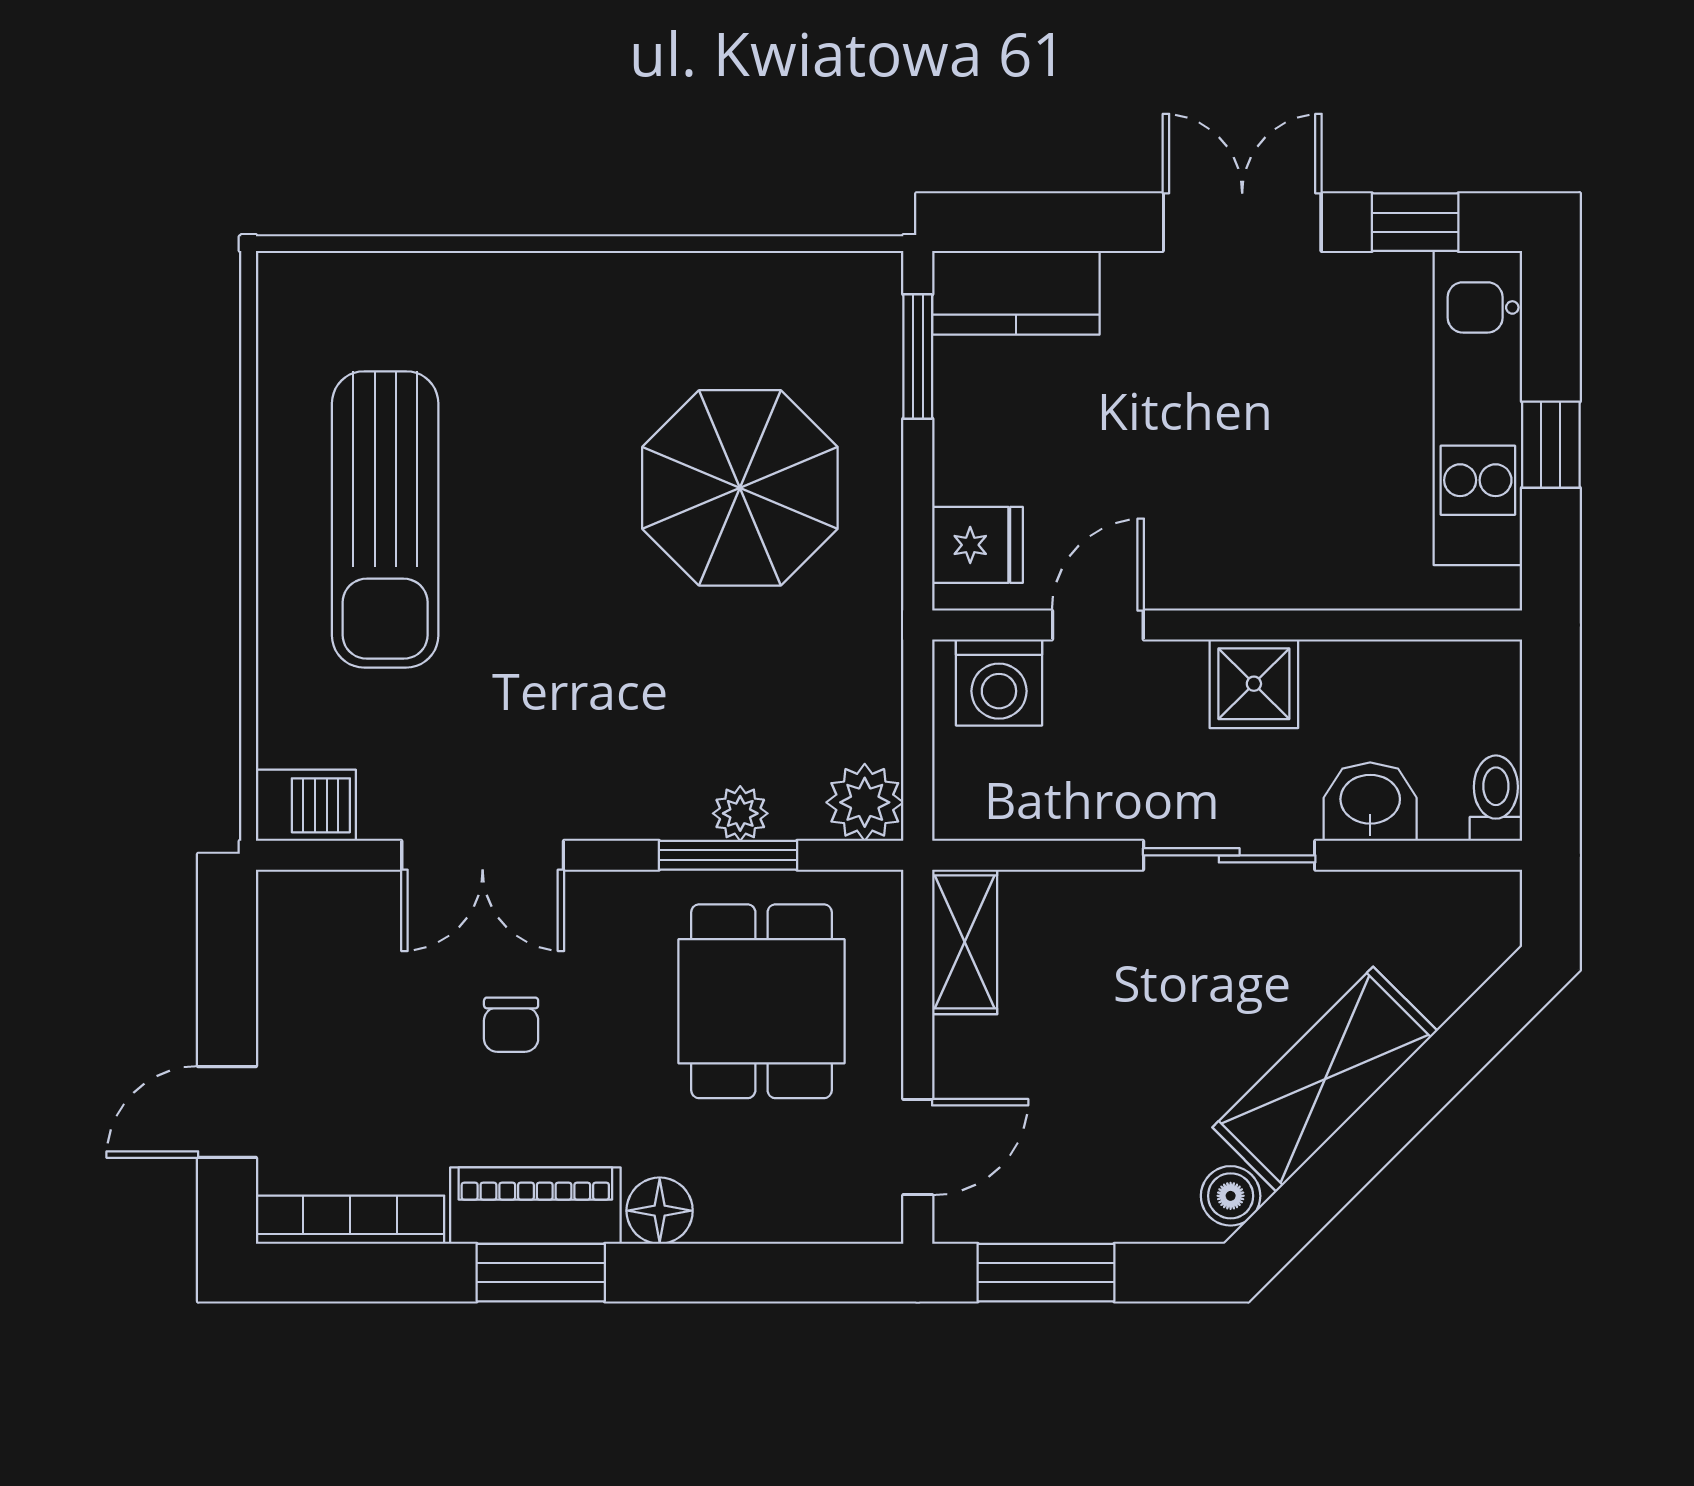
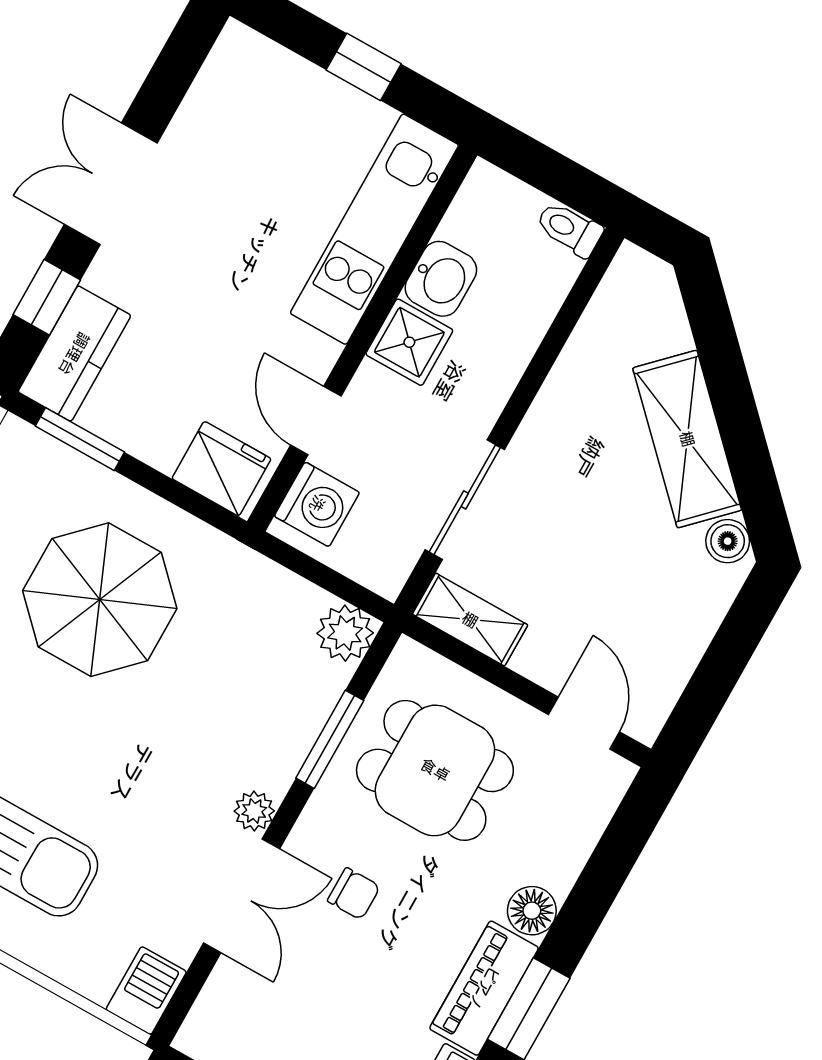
window: (1415, 222) -> (47, 297), moved
kitchen unit: (1478, 408) -> (374, 229), moved, turned 90
fridge: (977, 545) -> (221, 469), width x1.38
washbasin: (1370, 802) -> (441, 279), moved, turned 180
plant: (740, 813) -> (254, 811), moved
sliding door: (1229, 855) -> (465, 500), moved
chair: (511, 1025) -> (354, 894), moved
window: (1046, 1273) -> (710, 687), removed

